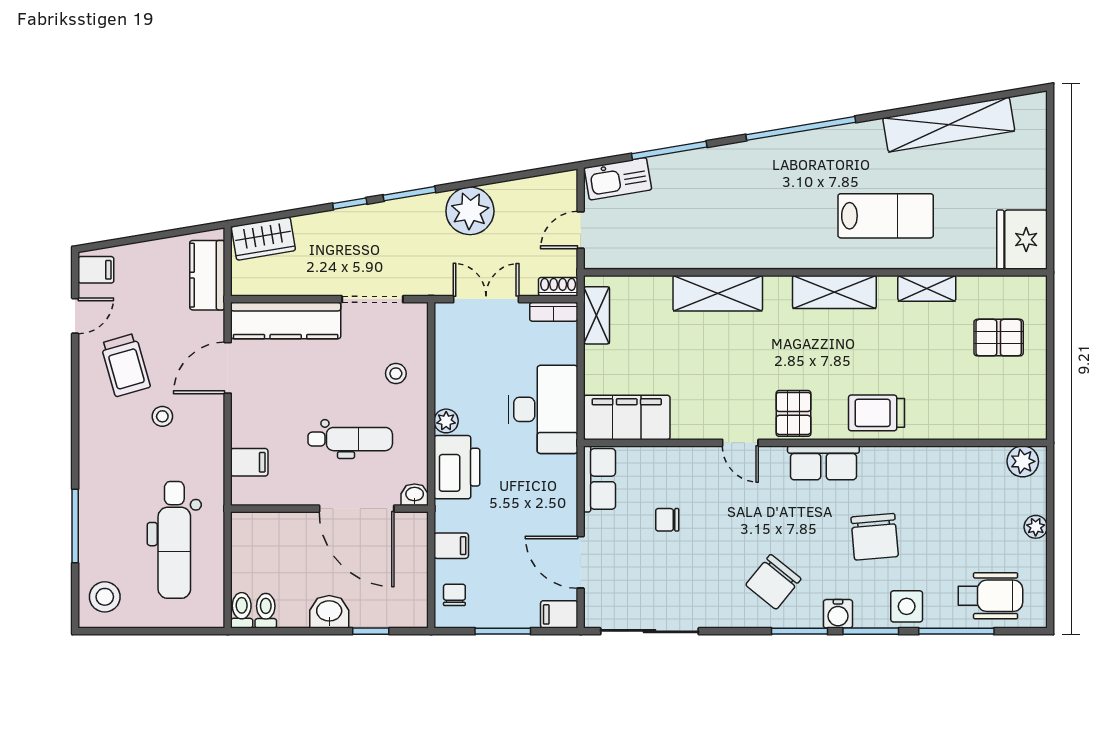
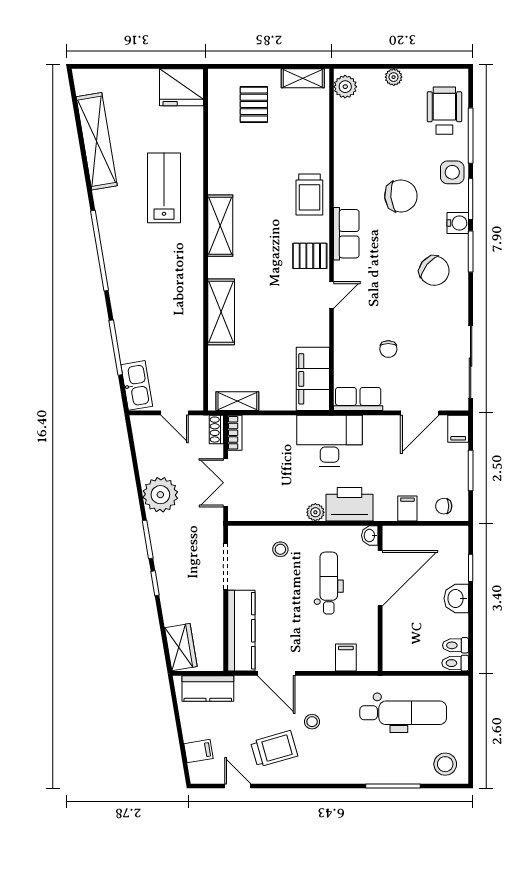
filing cabinet: (96, 270) -> (199, 751), moved, turned 81
shelving: (927, 288) -> (303, 78), moved, turned 90
desk: (543, 409) -> (330, 441), moved

